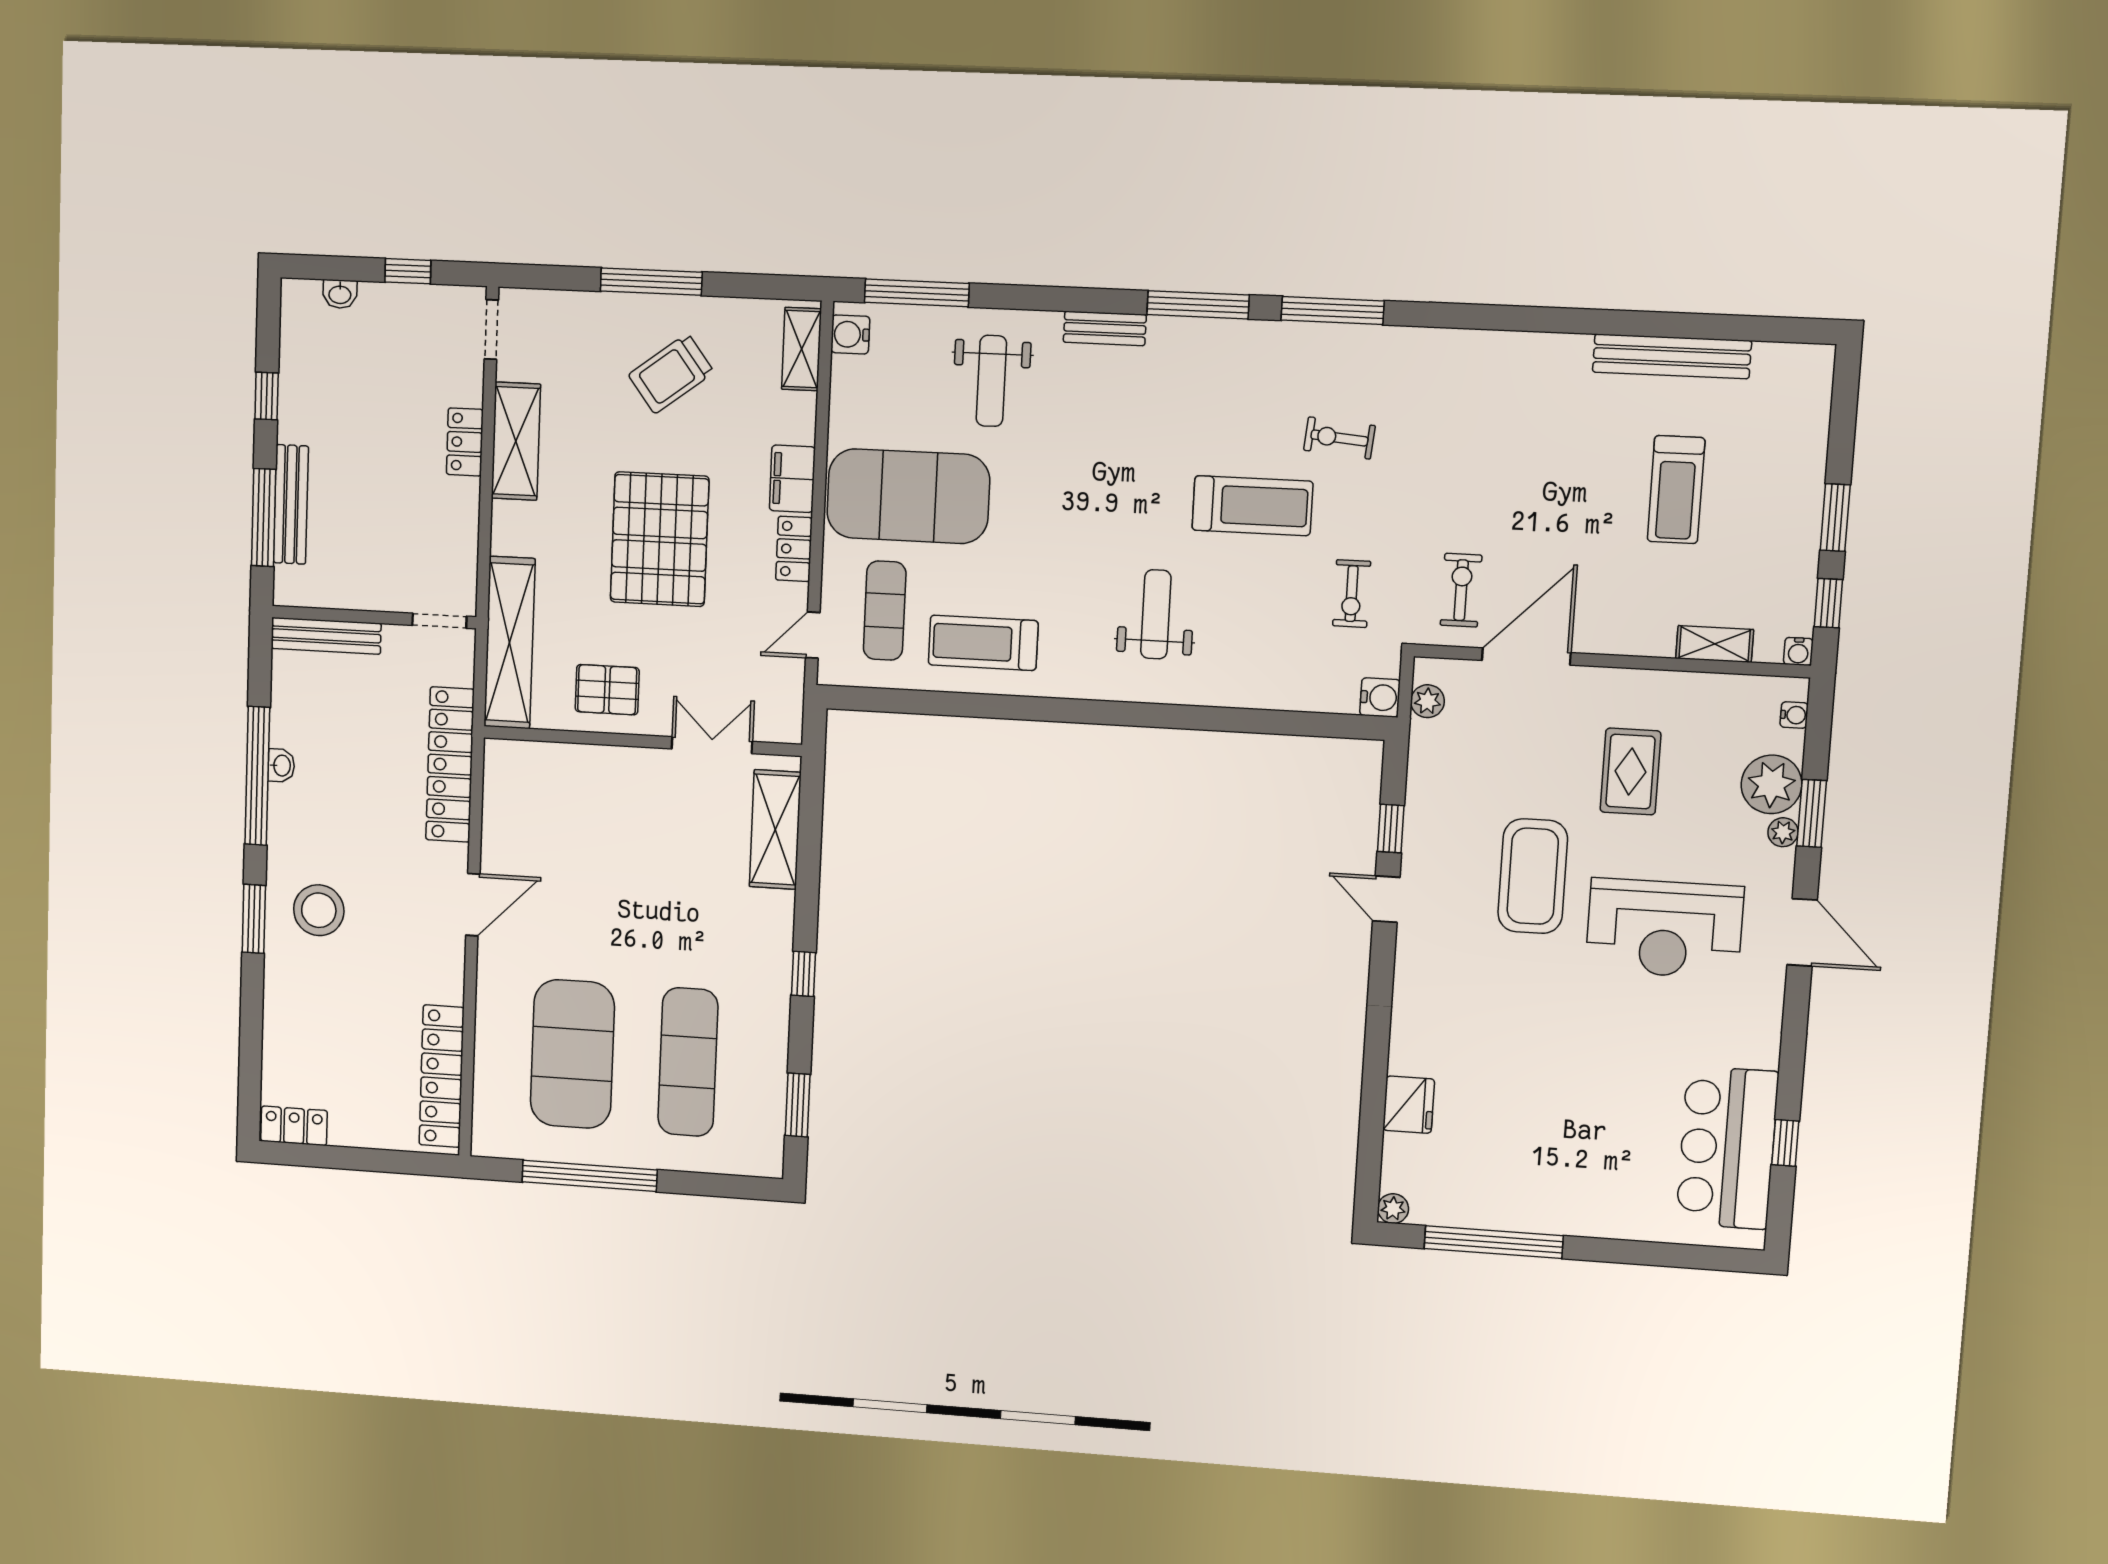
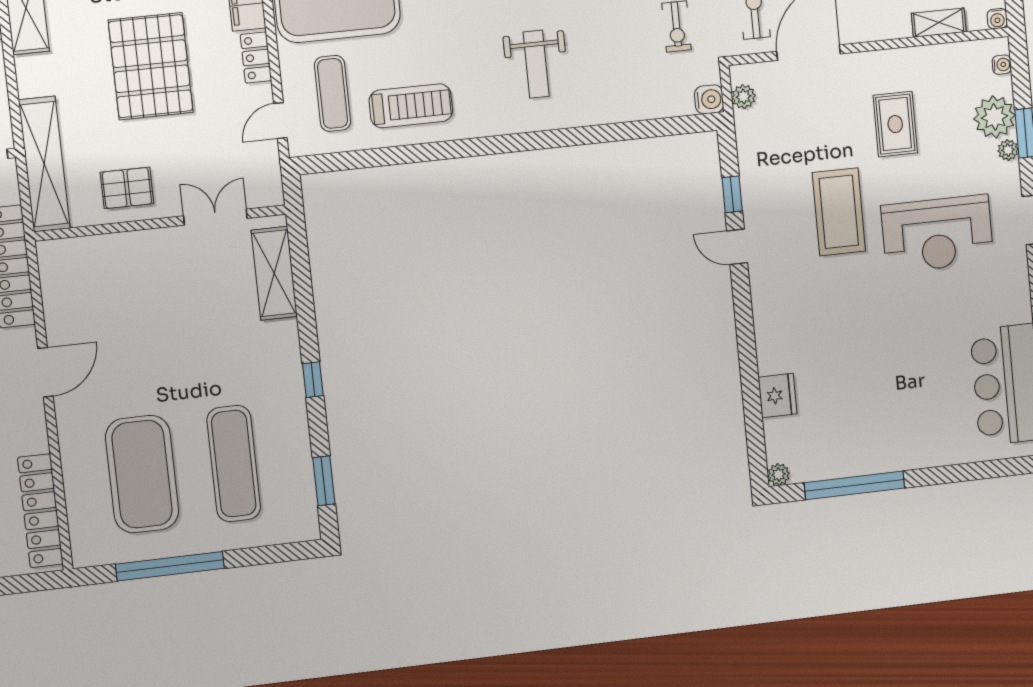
weight bench: (1156, 614) -> (536, 64), turned 180
treadmill: (983, 643) -> (411, 106), turned 180

